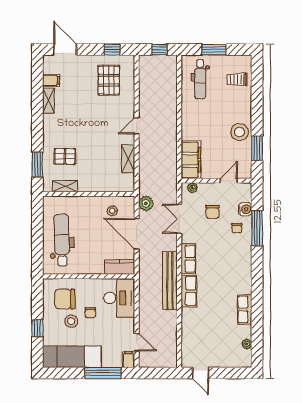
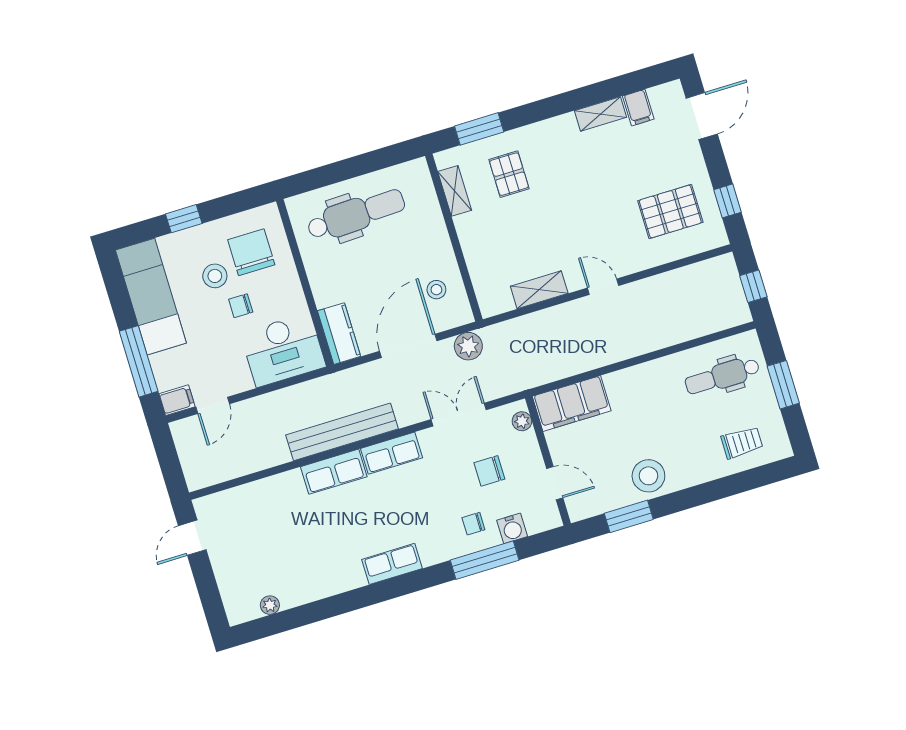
trolley: (237, 79) -> (742, 443), turned 90
row of seats: (245, 309) -> (392, 564), moved

